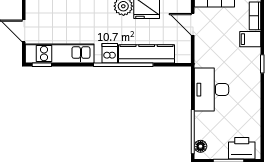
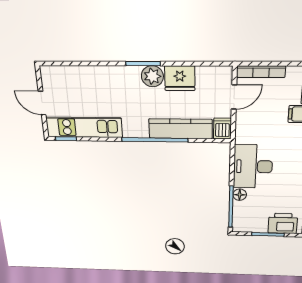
door: (193, 24) -> (234, 97), swing flipped
dishwasher: (110, 53) -> (222, 129), moved
floor lamp: (201, 146) -> (240, 195), moved

